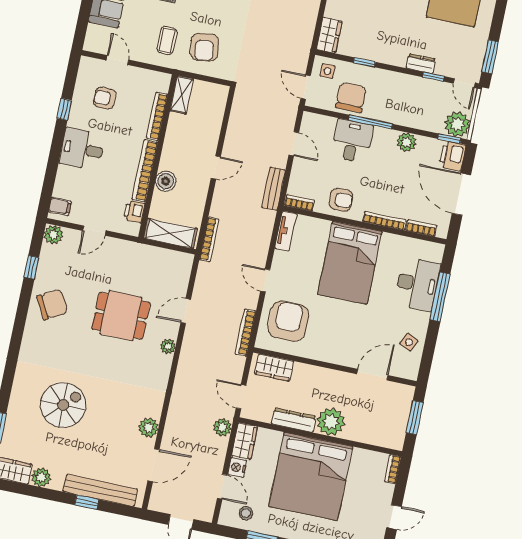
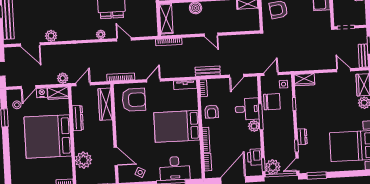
plant: (406, 142) -> (254, 126), moved
printer: (452, 156) -> (255, 157), moved, turned -90
wardrobe: (274, 367) -> (105, 104), width x1.50
plant: (331, 422) -> (83, 160), moved

